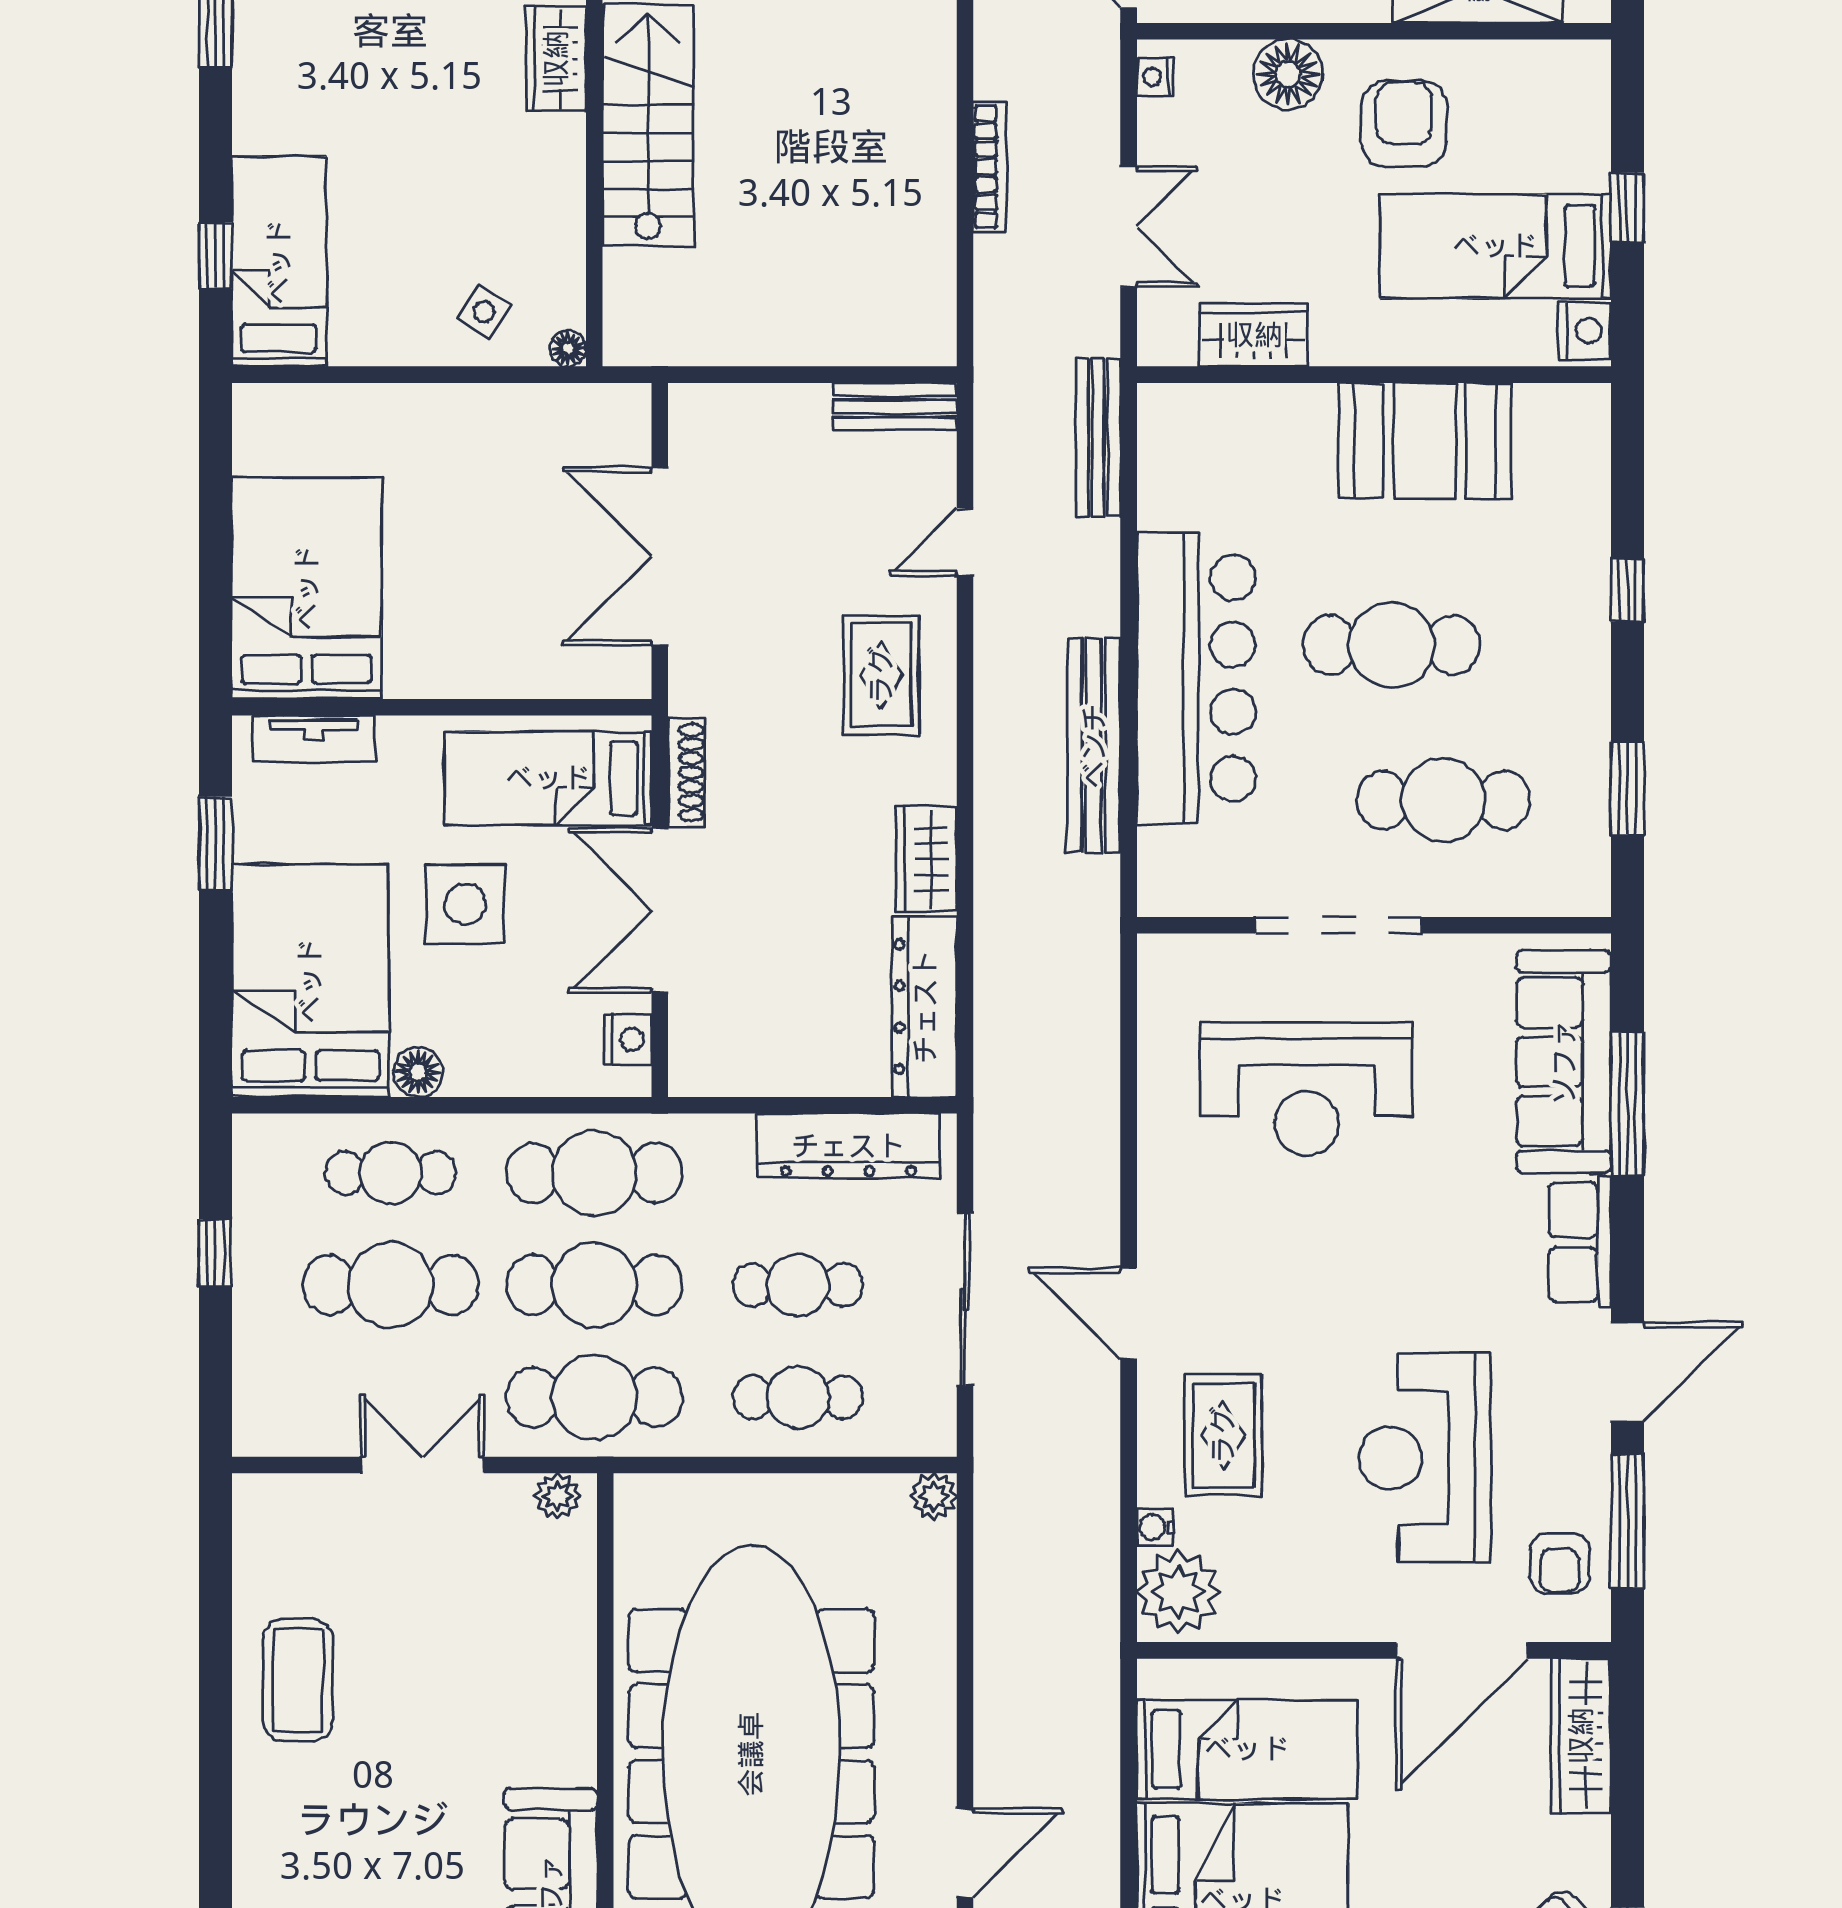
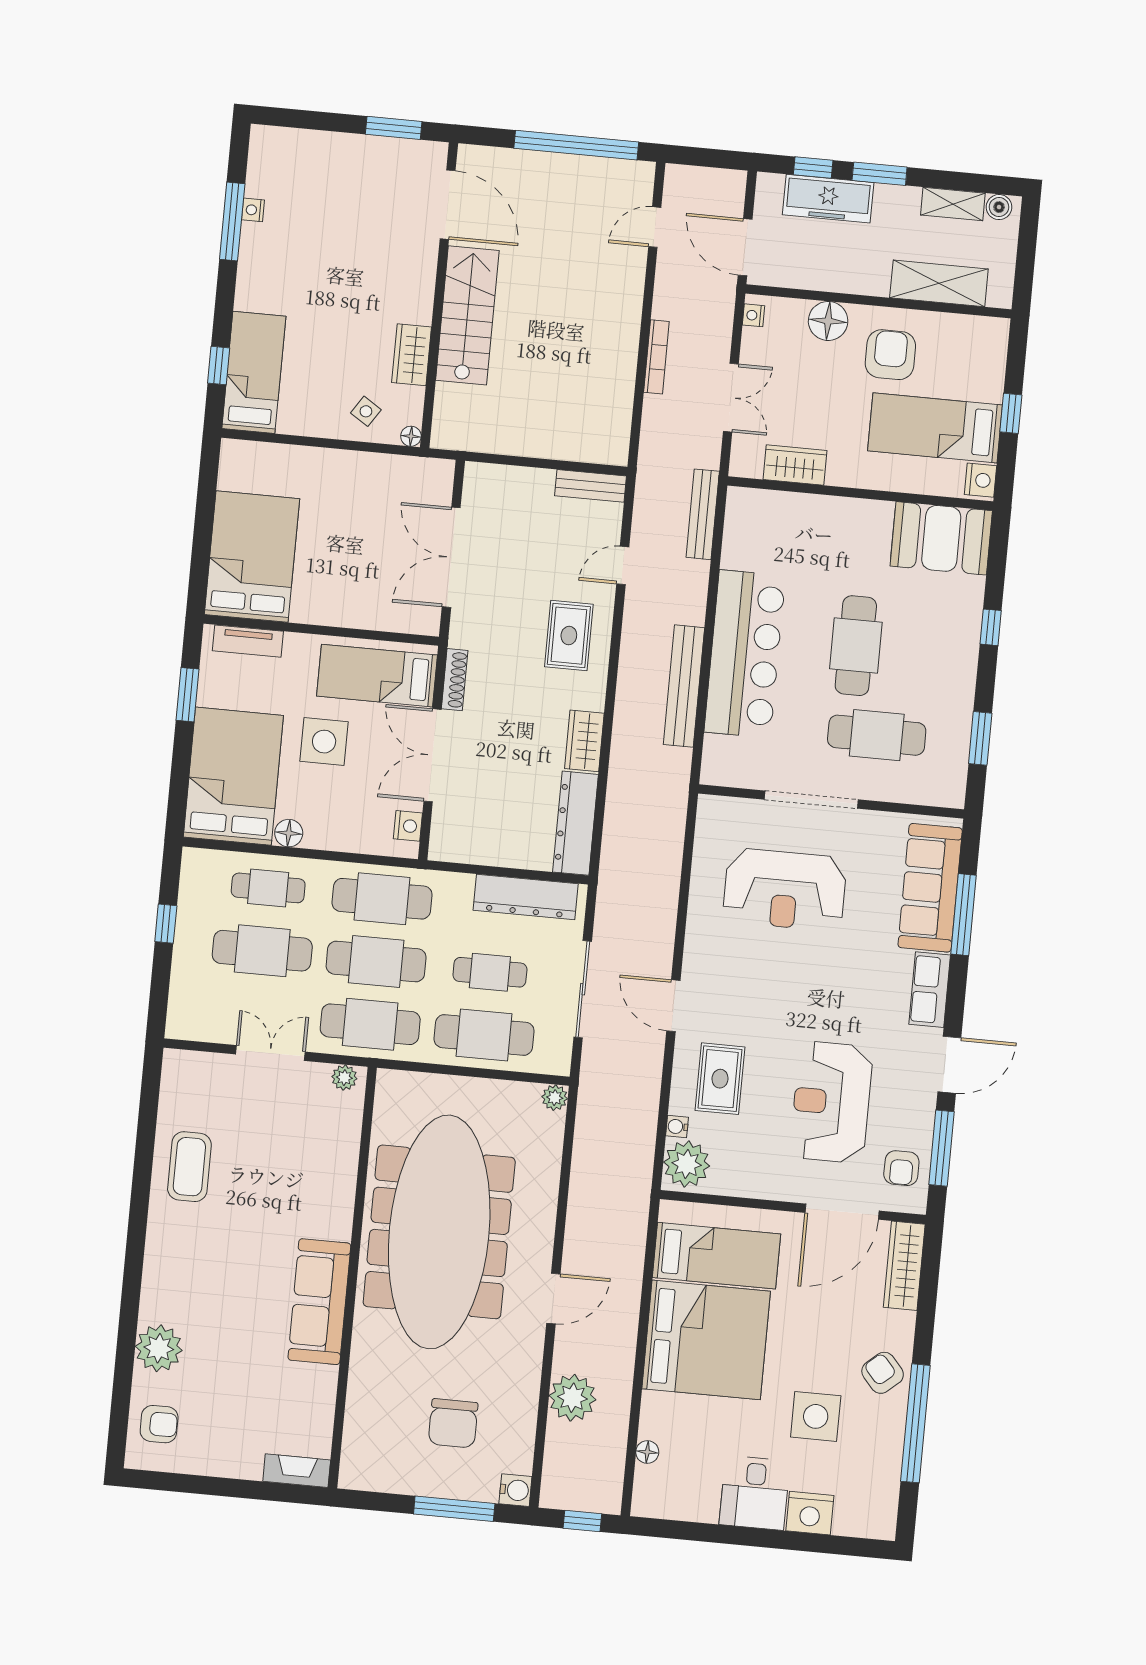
wardrobe: (556, 59) -> (412, 355), moved
booth: (1425, 441) -> (941, 538), moved
cafe table: (1392, 645) -> (856, 646), turned 90
cafe table: (798, 1397) -> (484, 1035), width x1.37, depth x1.35

